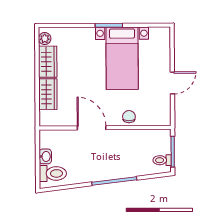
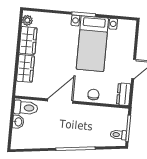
dresser: (164, 113) -> (124, 94), added
door: (92, 128) -> (60, 101), hinge flipped
toilet: (53, 173) -> (26, 108), moved

